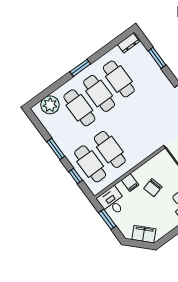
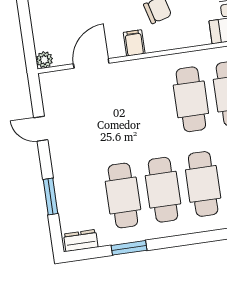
window: (80, 68) -> (129, 248), moved
filing cabinet: (130, 182) -> (134, 43), moved

